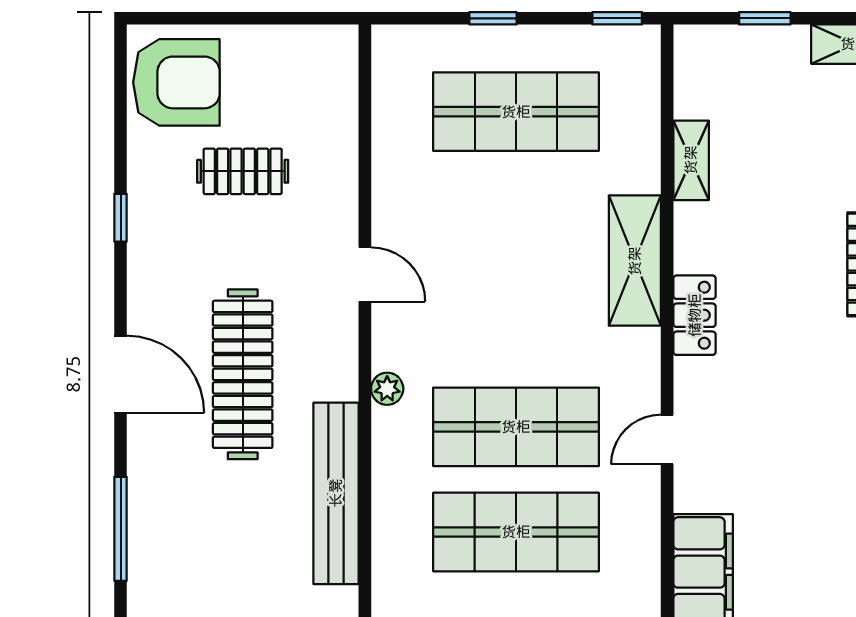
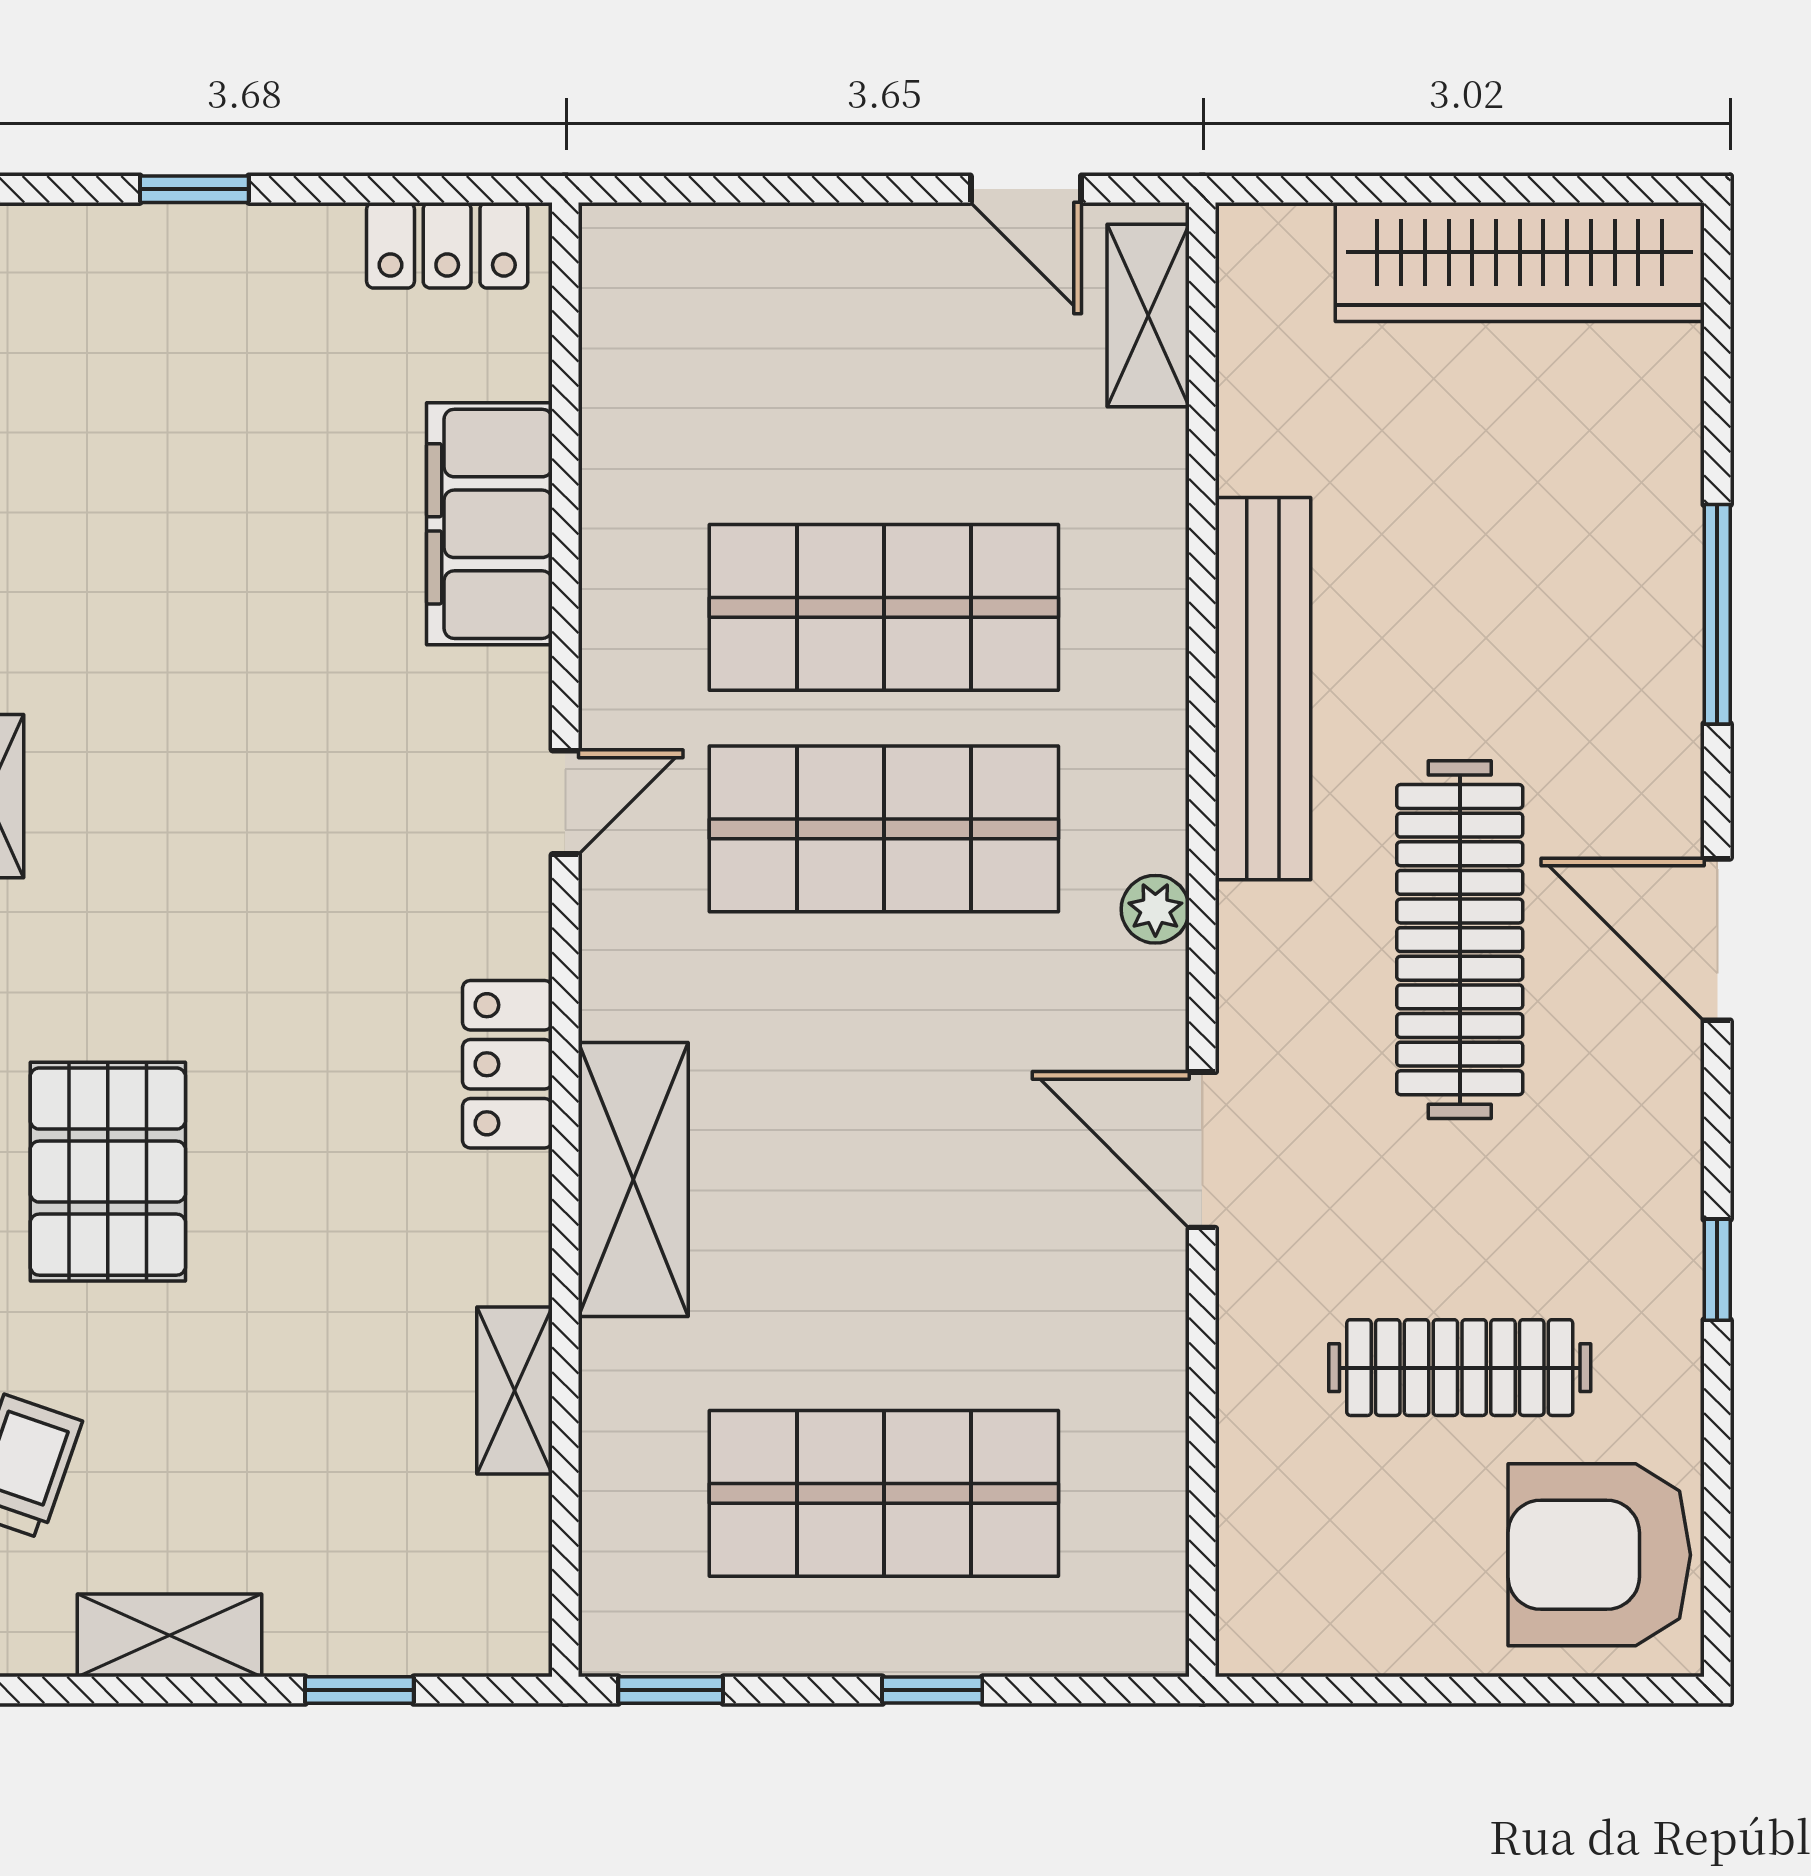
clothes rail: (243, 171) -> (1460, 1368), width x1.36
door: (365, 275) -> (1202, 1150), width x1.38

